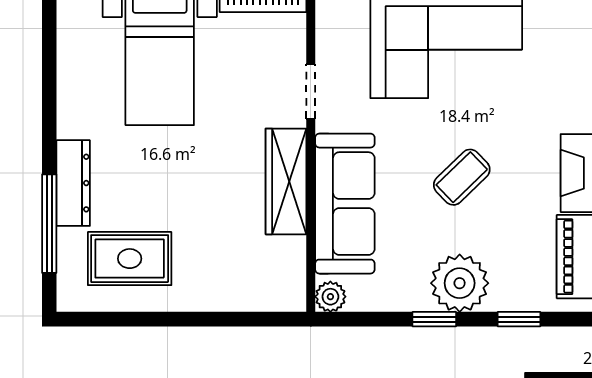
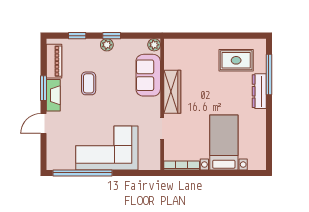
coffee table: (462, 177) -> (89, 83), moved, turned -46
sofa: (345, 204) -> (148, 75), width x0.73
plant: (460, 283) -> (107, 45), width x0.53, depth x0.53

